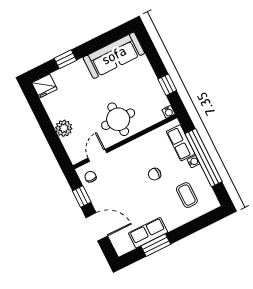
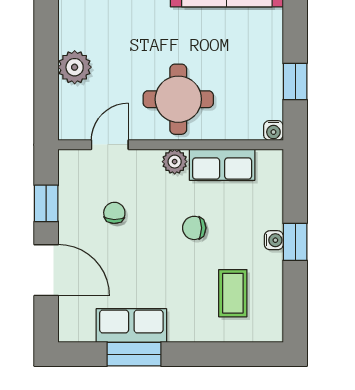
row of seats: (181, 143) -> (222, 165), moved, turned -90
plant: (131, 148) -> (175, 162), added
window: (204, 158) -> (295, 242), width x0.32
chair: (90, 177) -> (114, 213), moved

